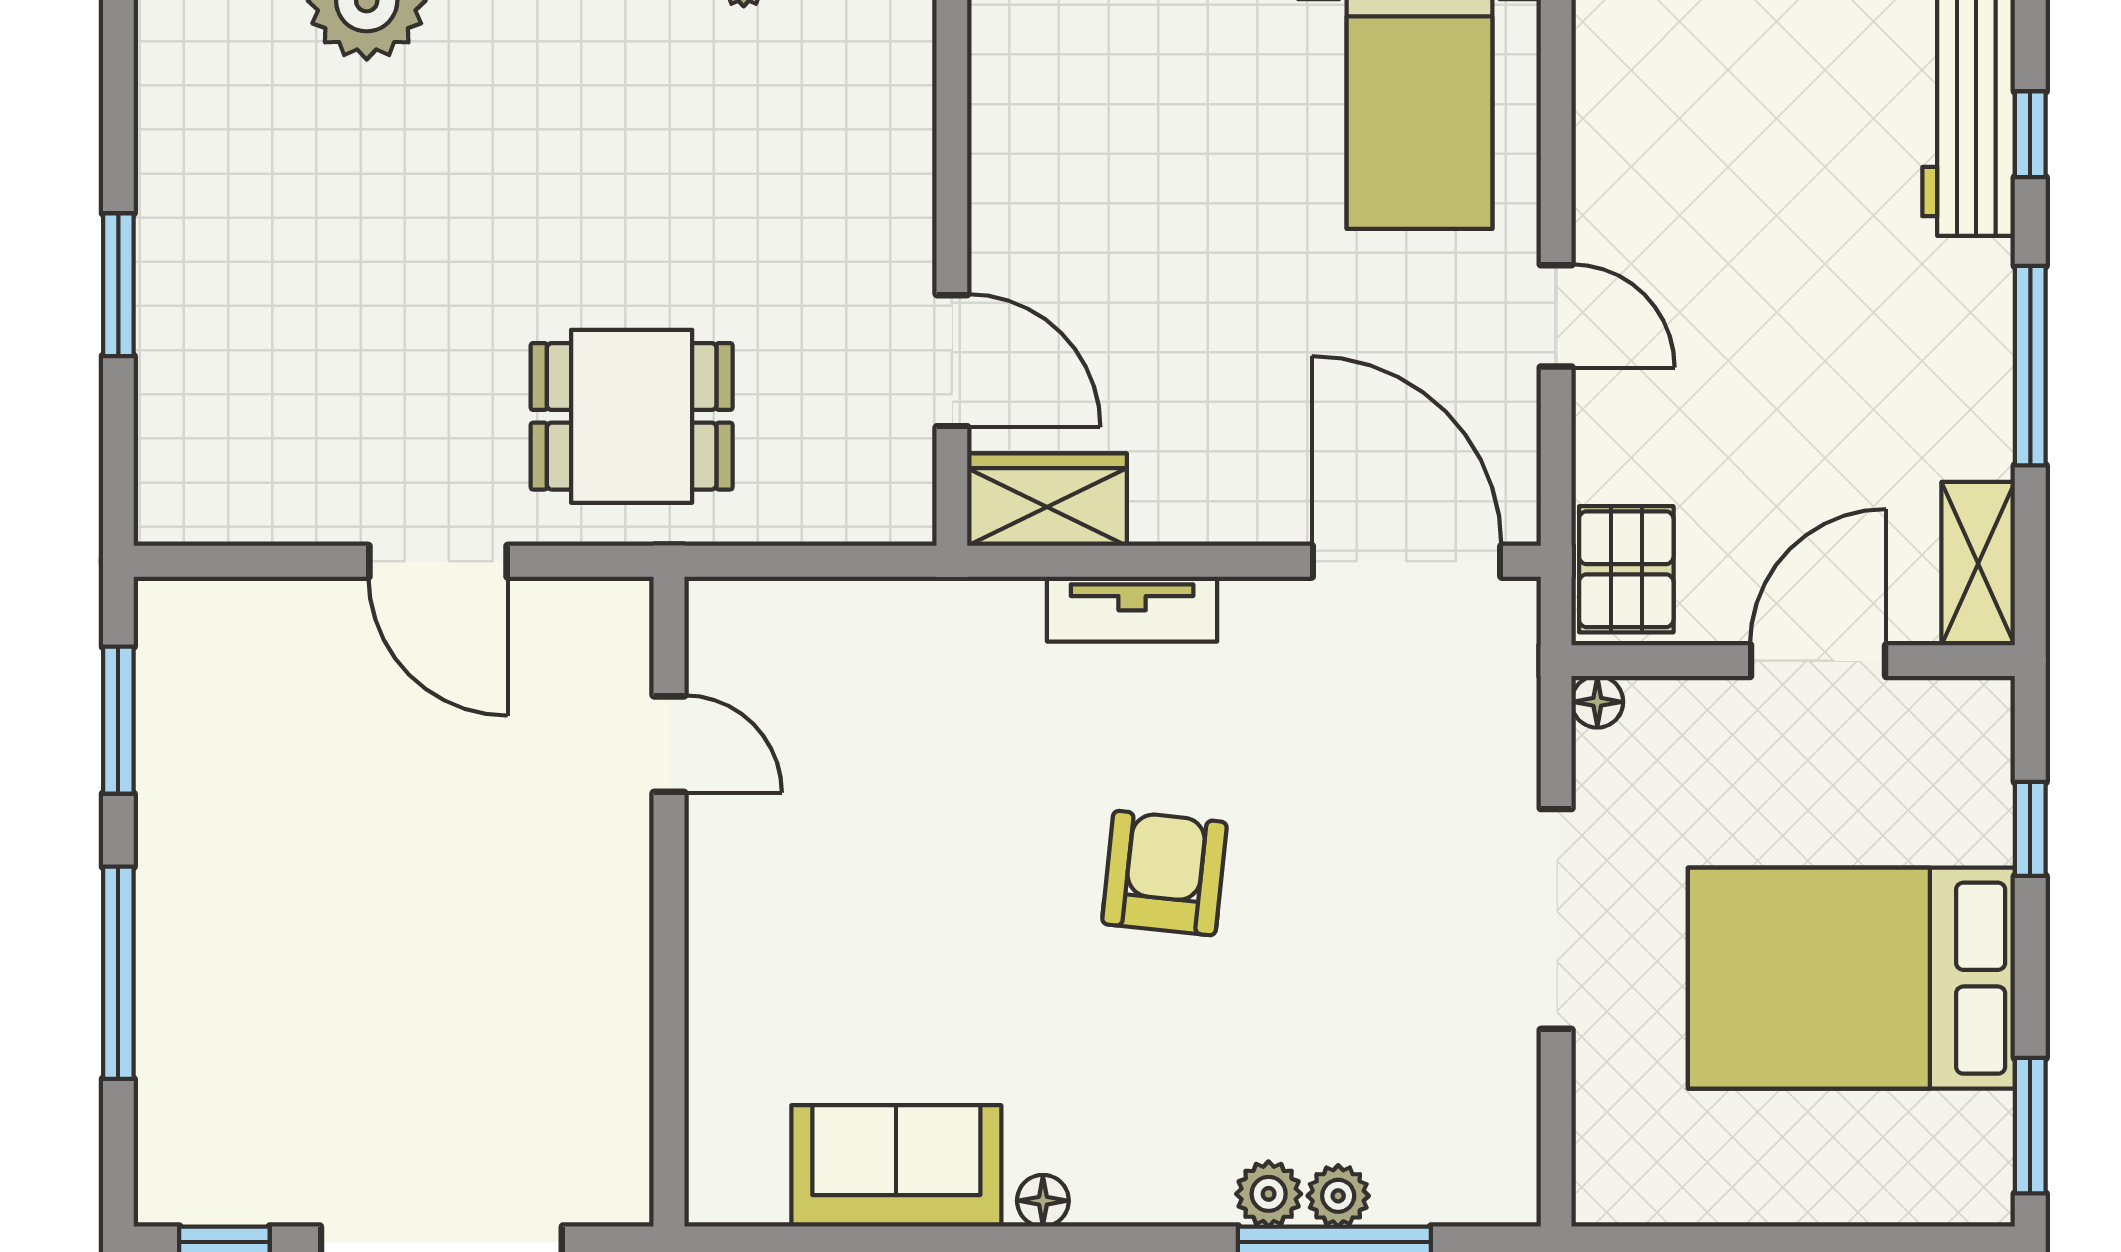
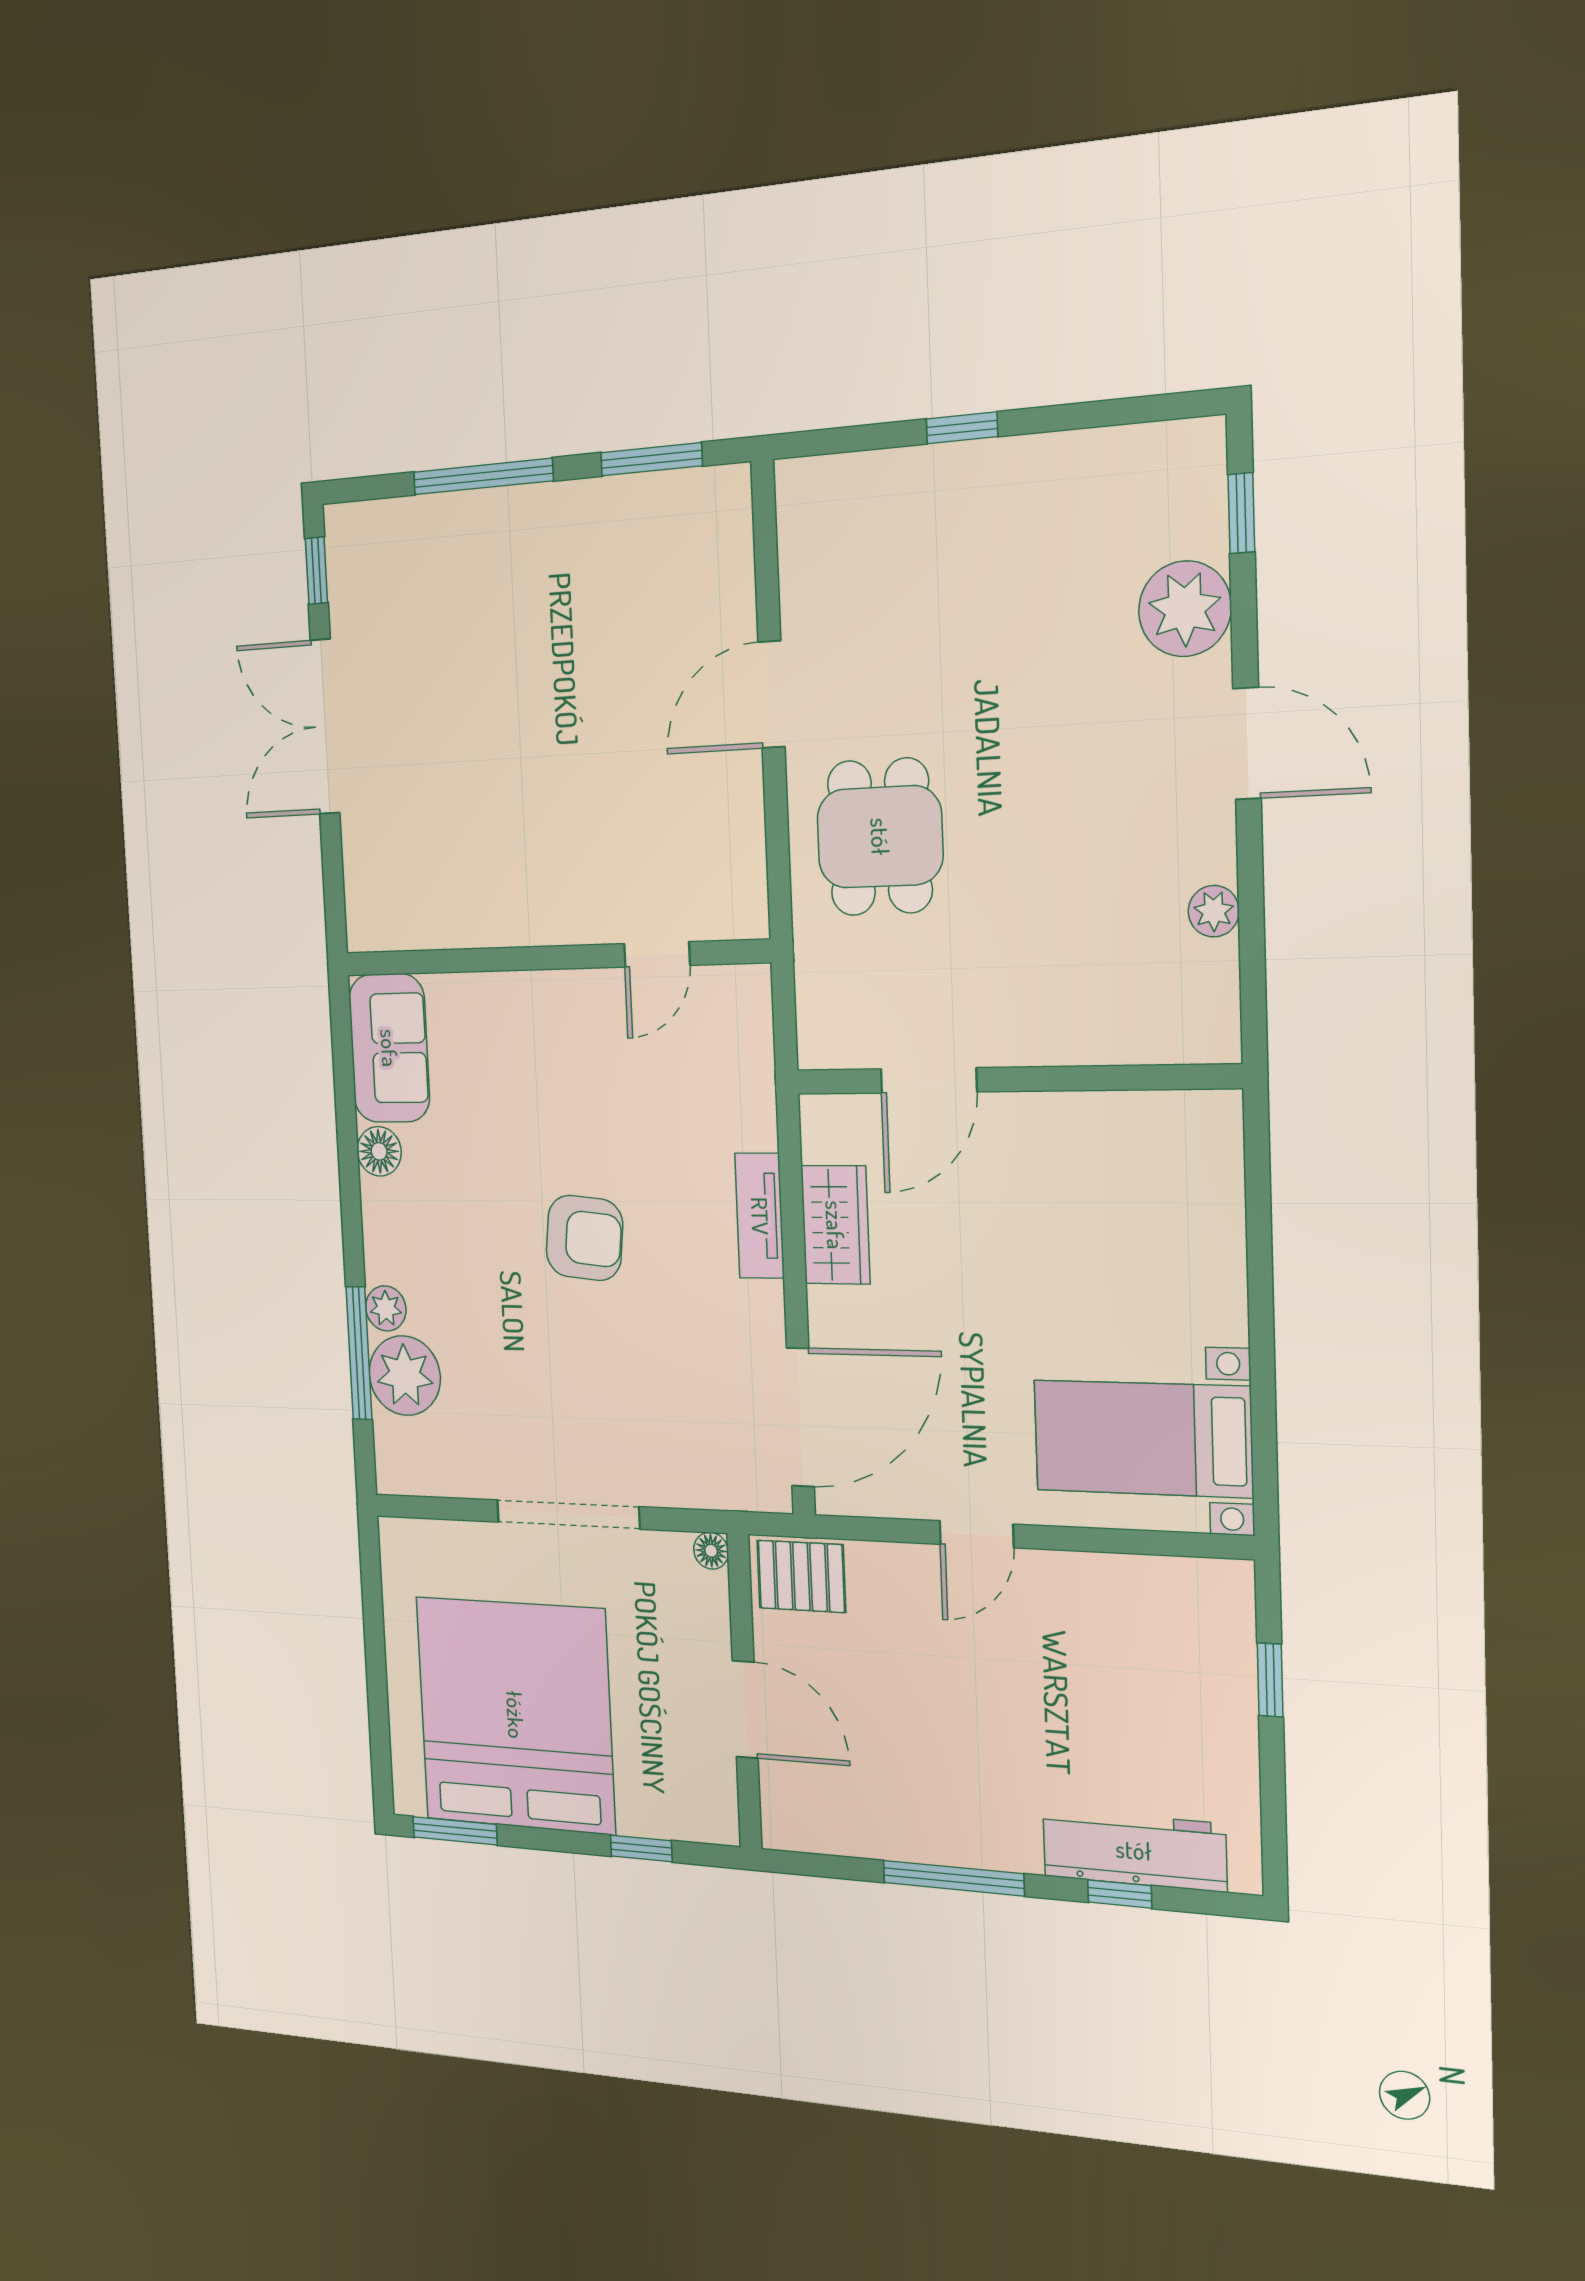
window: (118, 285) -> (962, 428), width x0.67
wardrobe: (1047, 500) -> (835, 1225), moved
shelving: (1978, 564) -> (815, 1828), removed
door: (669, 744) -> (657, 954), moved
wall: (669, 902) -> (553, 958), moved
bed: (1851, 978) -> (515, 1715), width x1.36
plant: (1338, 1196) -> (405, 1376), width x1.87, depth x1.87
floor lamp: (1043, 1201) -> (379, 1151), width x1.37, depth x1.37

